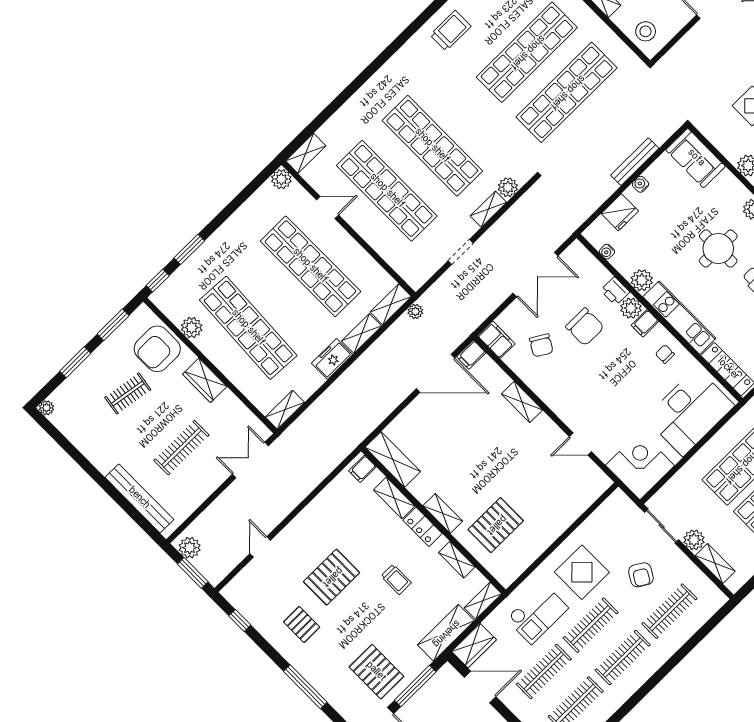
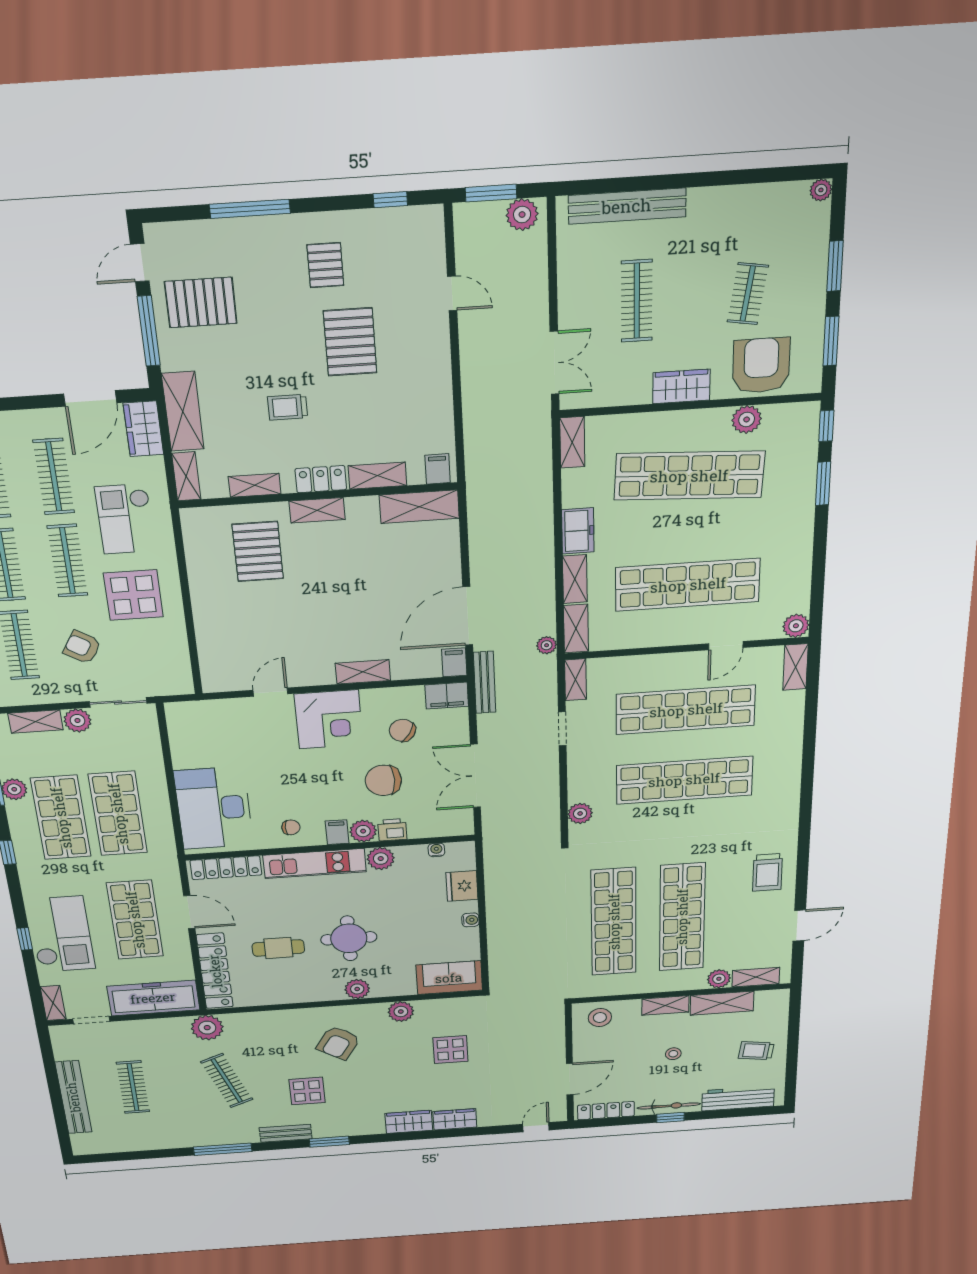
bench: (635, 162) -> (485, 682), moved
shelving: (488, 209) -> (575, 680), moved
corner desk: (640, 465) -> (329, 719), moved
pallet: (302, 625) -> (325, 265), turned 90

